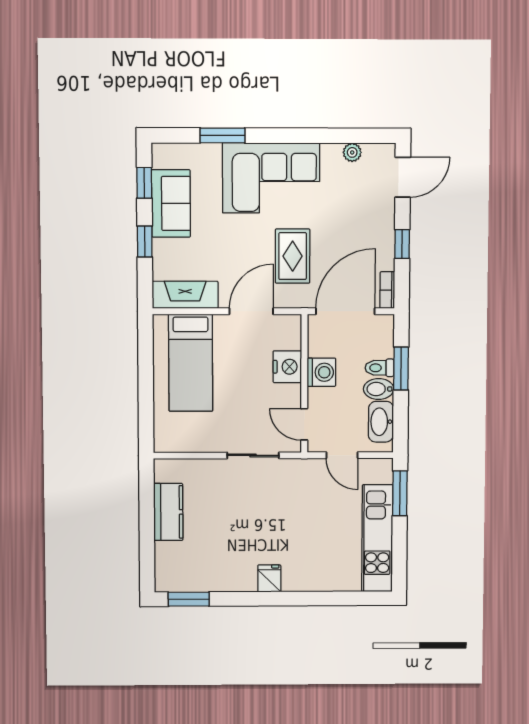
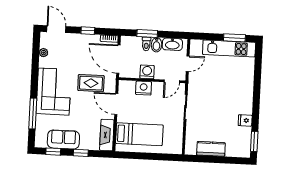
window: (223, 135) -> (33, 113), width x1.44
window: (400, 493) -> (234, 38), moved
fridge: (269, 578) -> (245, 120), moved

